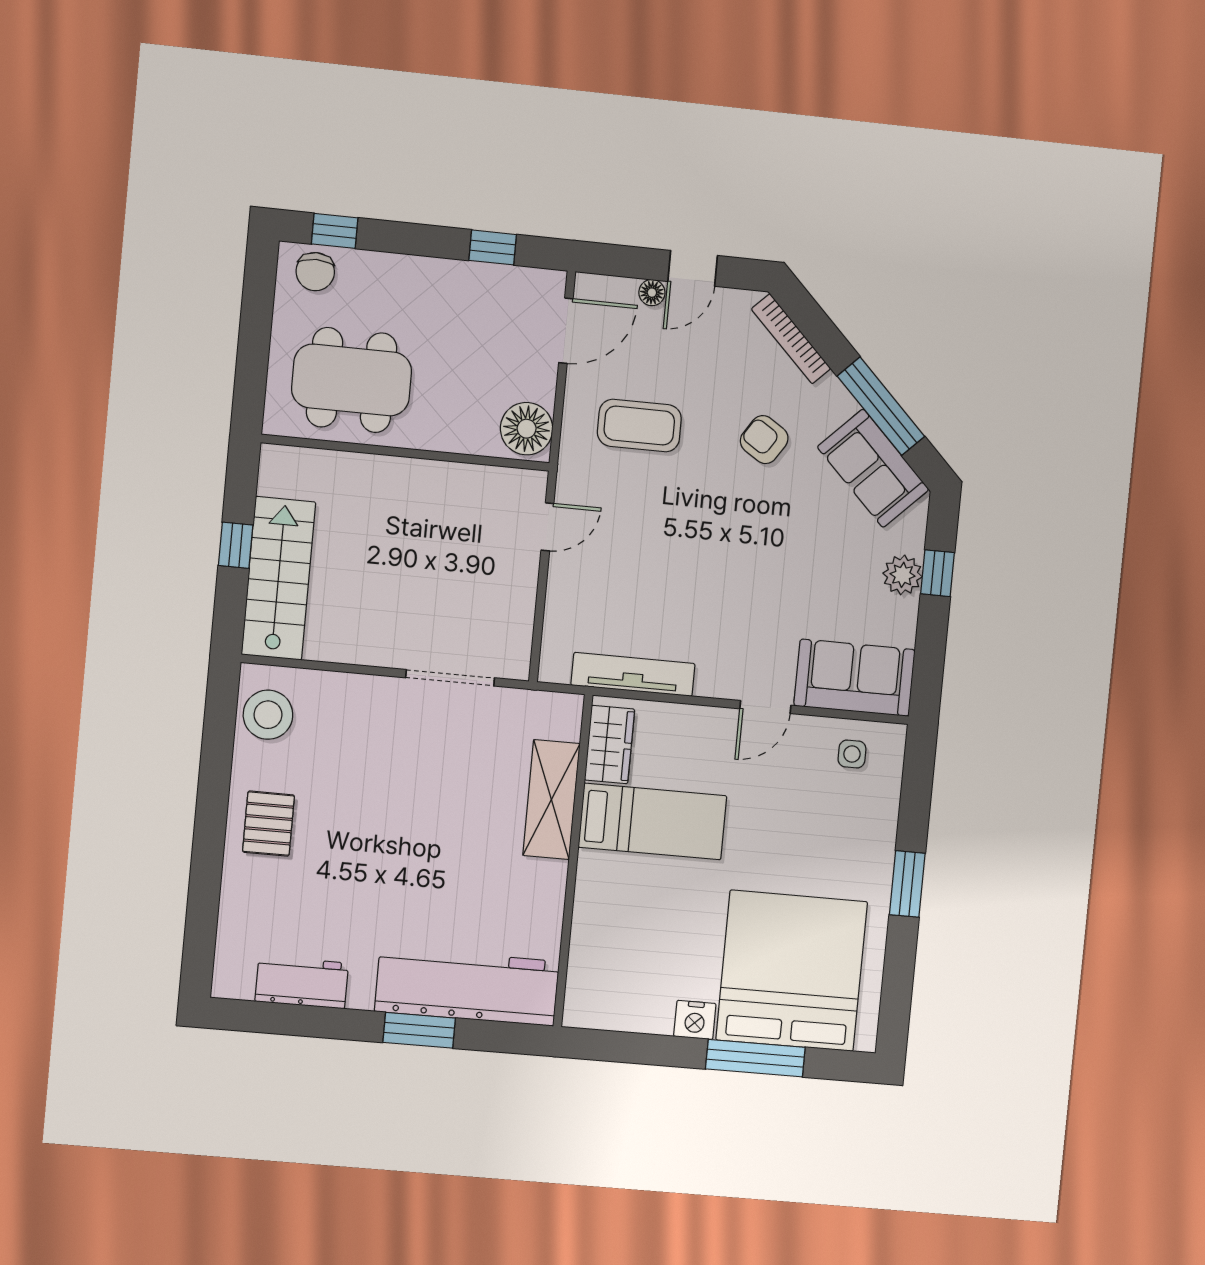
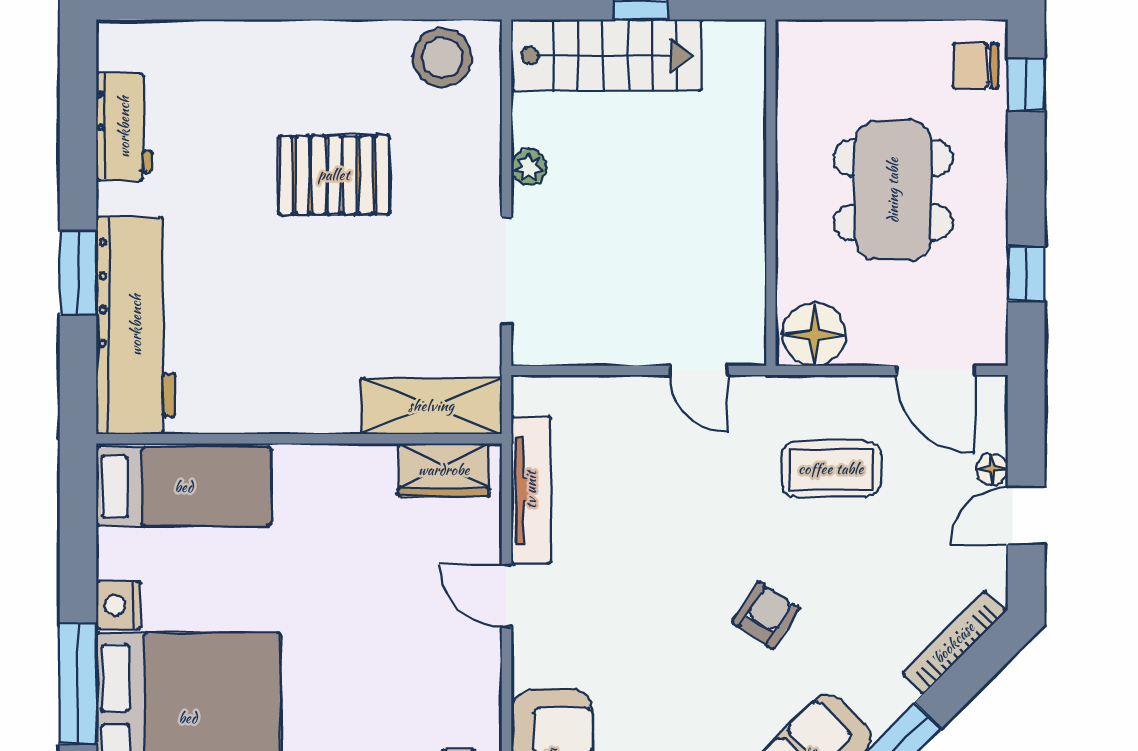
door: (693, 268) -> (1026, 516), hinge flipped
dining table: (352, 380) -> (893, 190), moved
coffee table: (639, 426) -> (831, 469), turned 90
armchair: (764, 440) -> (766, 615), moved
plant: (366, 651) -> (529, 167), added
door: (765, 707) -> (506, 596), moved
shelving: (551, 800) -> (431, 406), moved
bed: (652, 821) -> (184, 487), moved, turned -90
pallet: (268, 824) -> (334, 175), moved, width x1.50, depth x1.42

